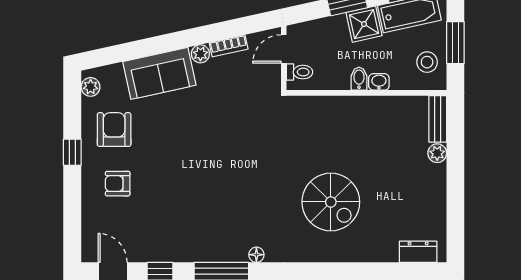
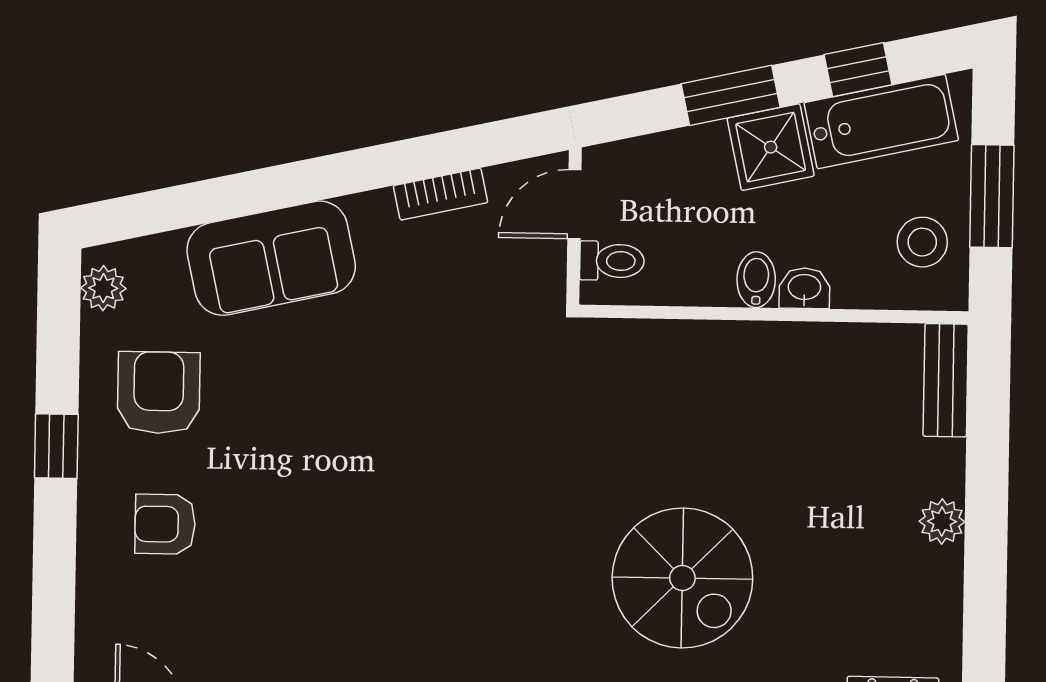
plant: (200, 54) -> (372, 212), removed
plant: (437, 153) -> (942, 521), moved

